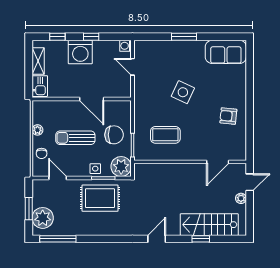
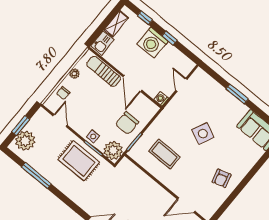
washing machine: (125, 46) -> (161, 99), moved
armchair: (228, 116) -> (222, 178), turned -112
chair: (114, 135) -> (127, 123), turned 90
sun lounger: (75, 138) -> (104, 71), moved
window: (58, 239) -> (36, 176), moved

